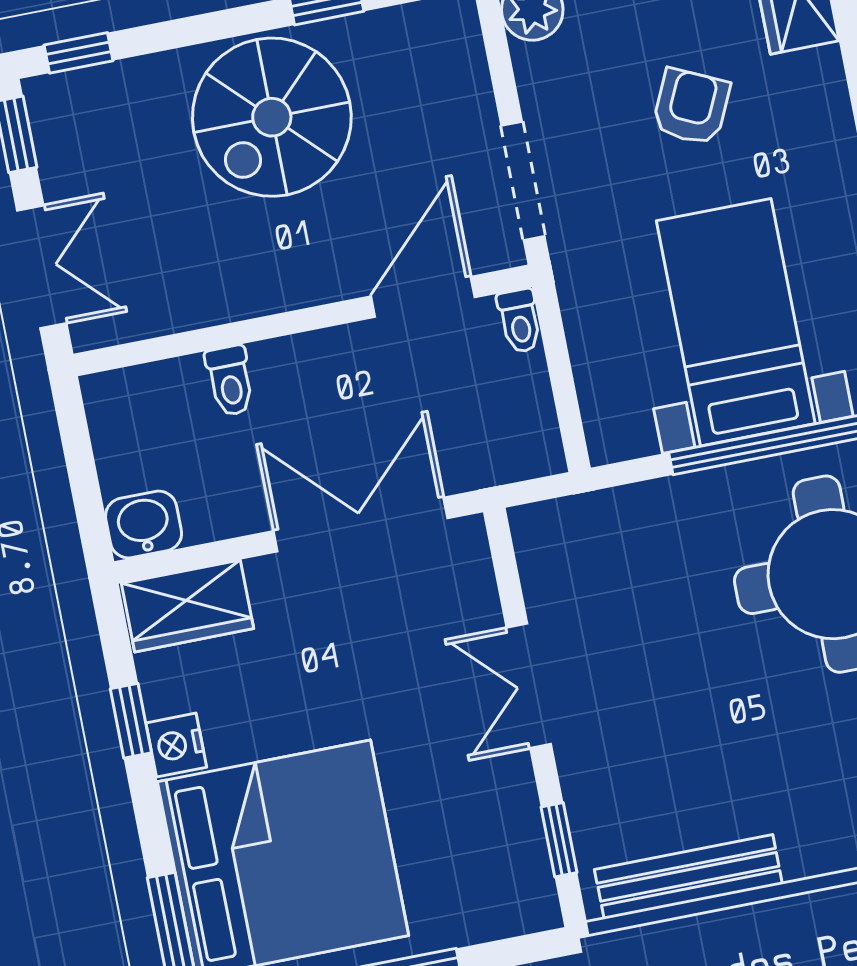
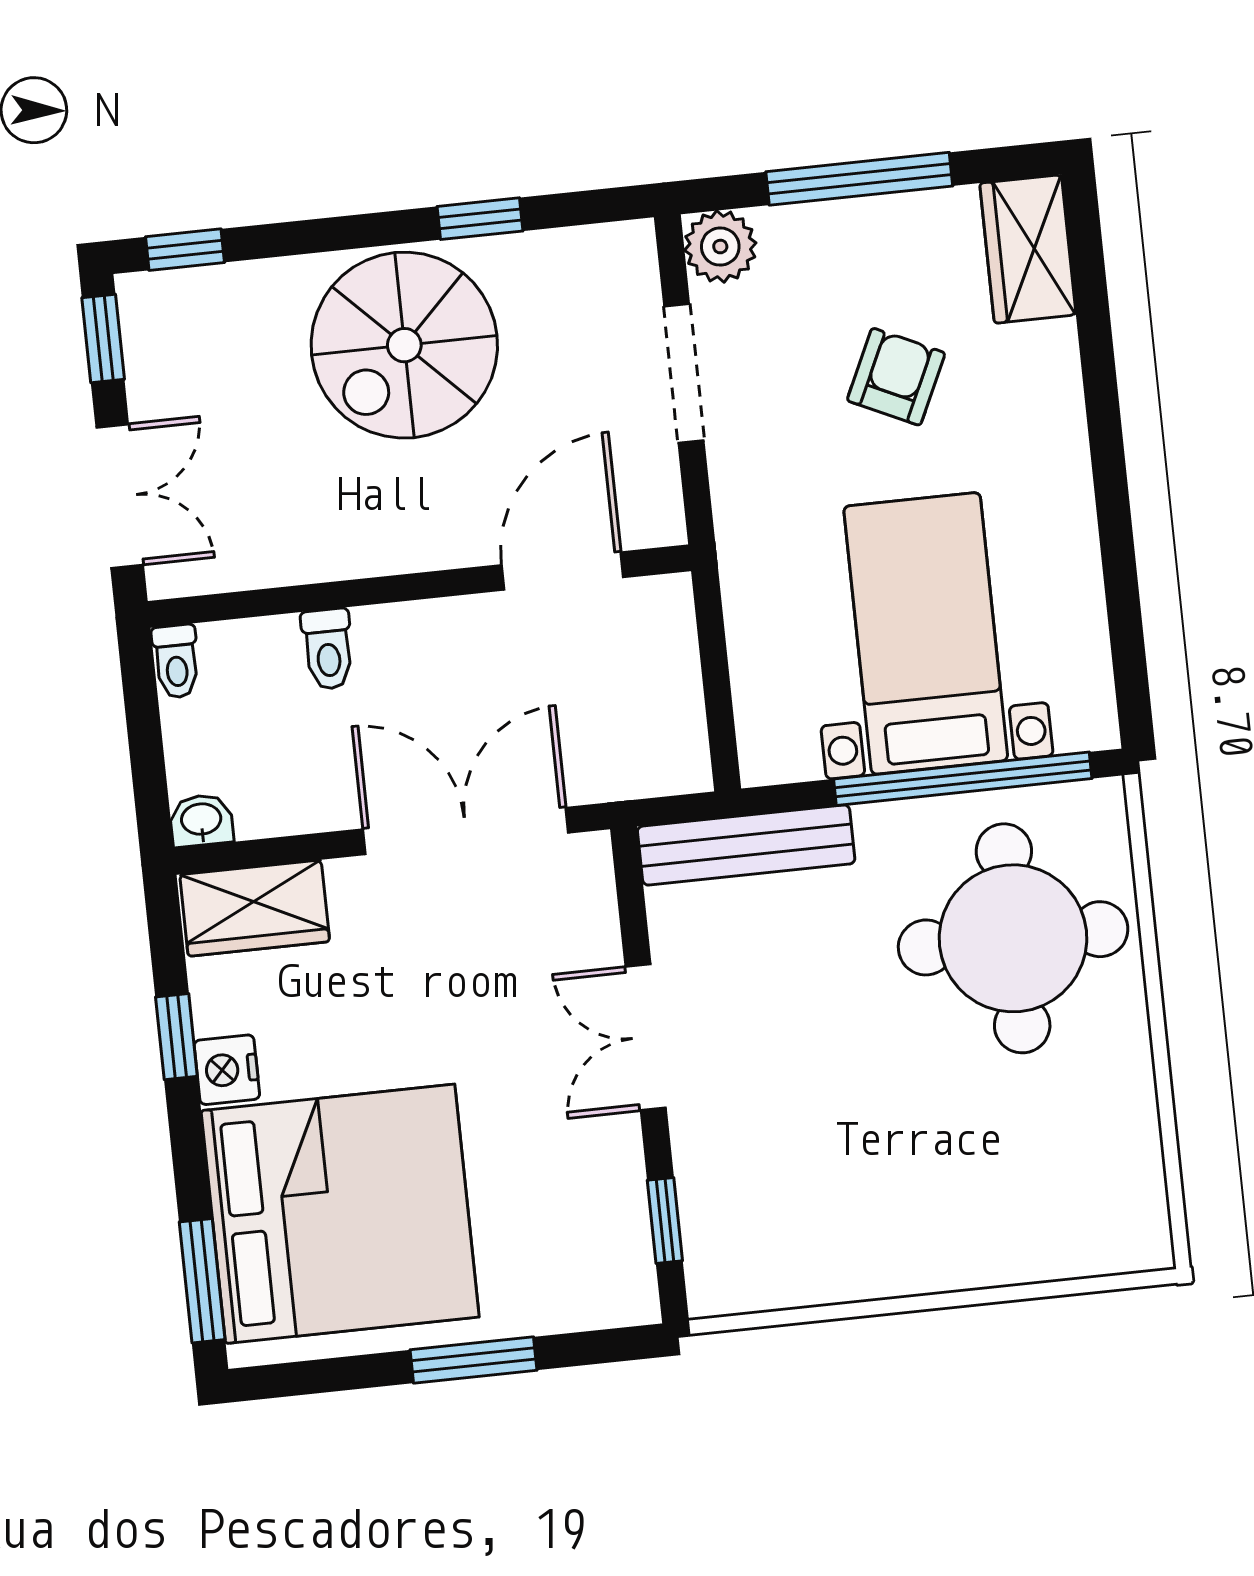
doorway: (523, 181) -> (684, 373), moved
toilet: (520, 321) -> (176, 661), moved
washbasin: (144, 525) -> (201, 820), width x0.72, depth x0.69
bench: (688, 877) -> (746, 845), moved

